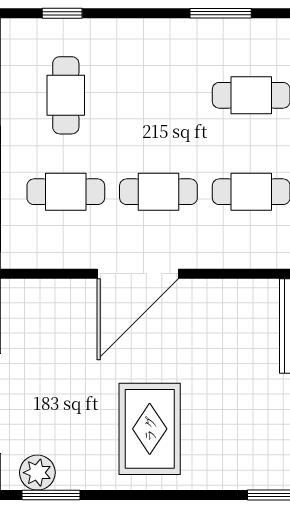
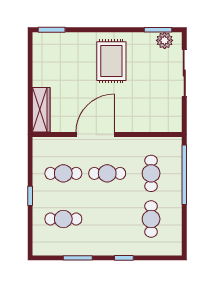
window: (62, 13) -> (124, 258), moved
cafe table: (66, 192) -> (151, 173), turned 90
door: (138, 274) -> (95, 135), moved

